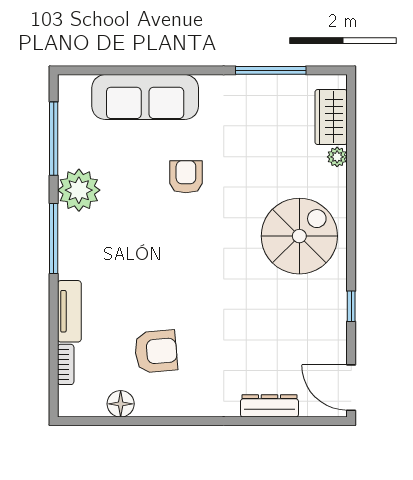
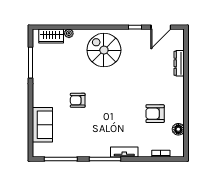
sofa: (145, 97) -> (42, 125), width x0.73
plant: (79, 190) -> (84, 148), removed
tv unit: (69, 311) -> (124, 152), moved
armchair: (156, 351) -> (155, 114), turned -85
door: (351, 388) -> (161, 27), moved

